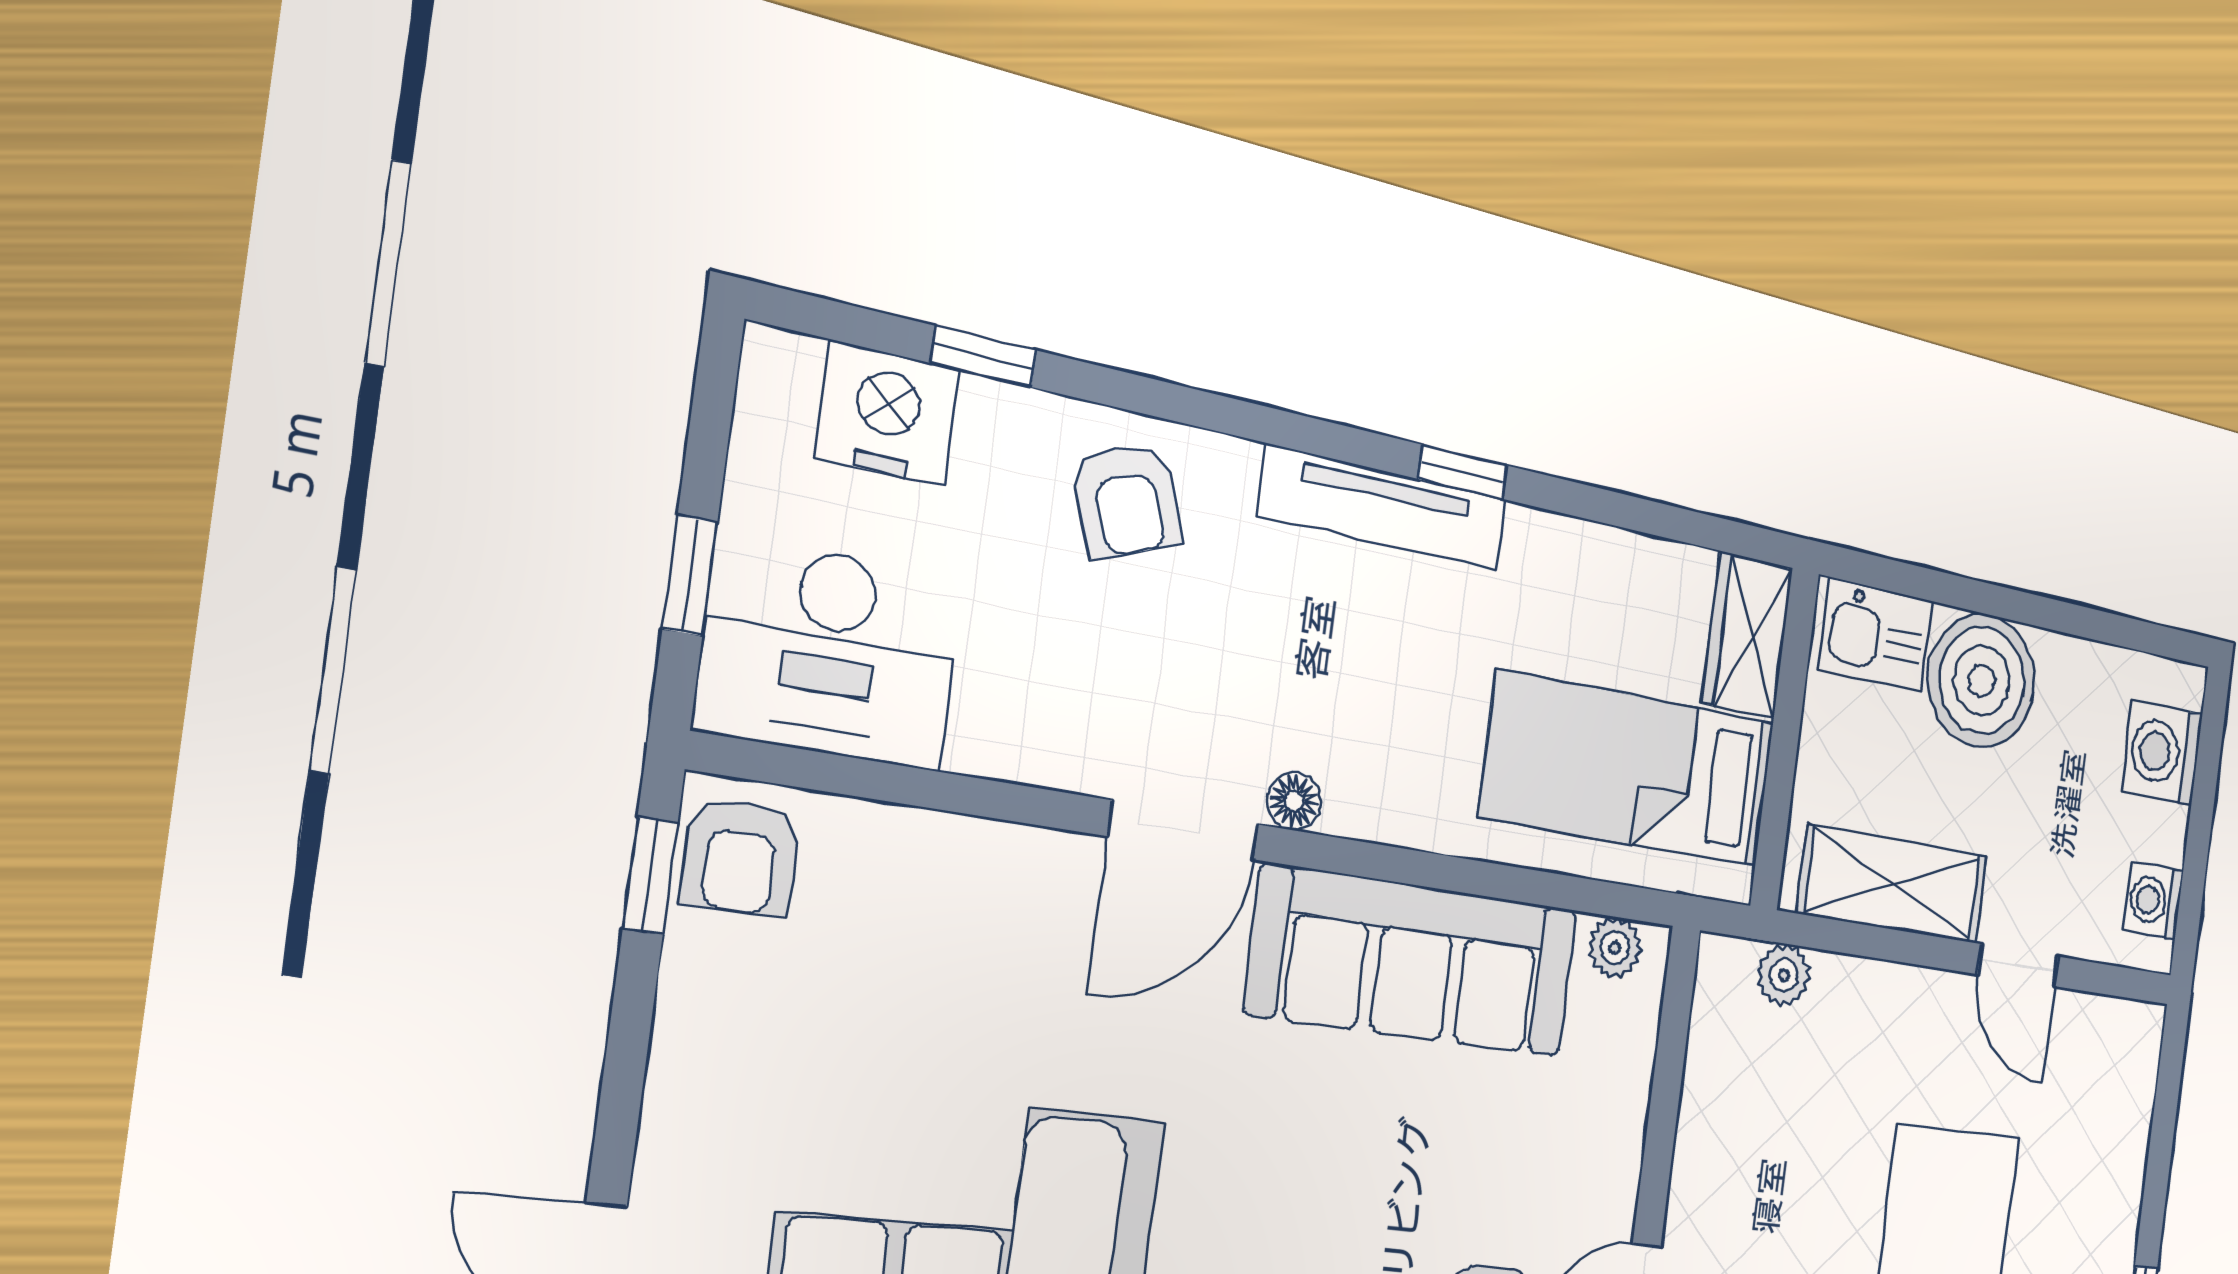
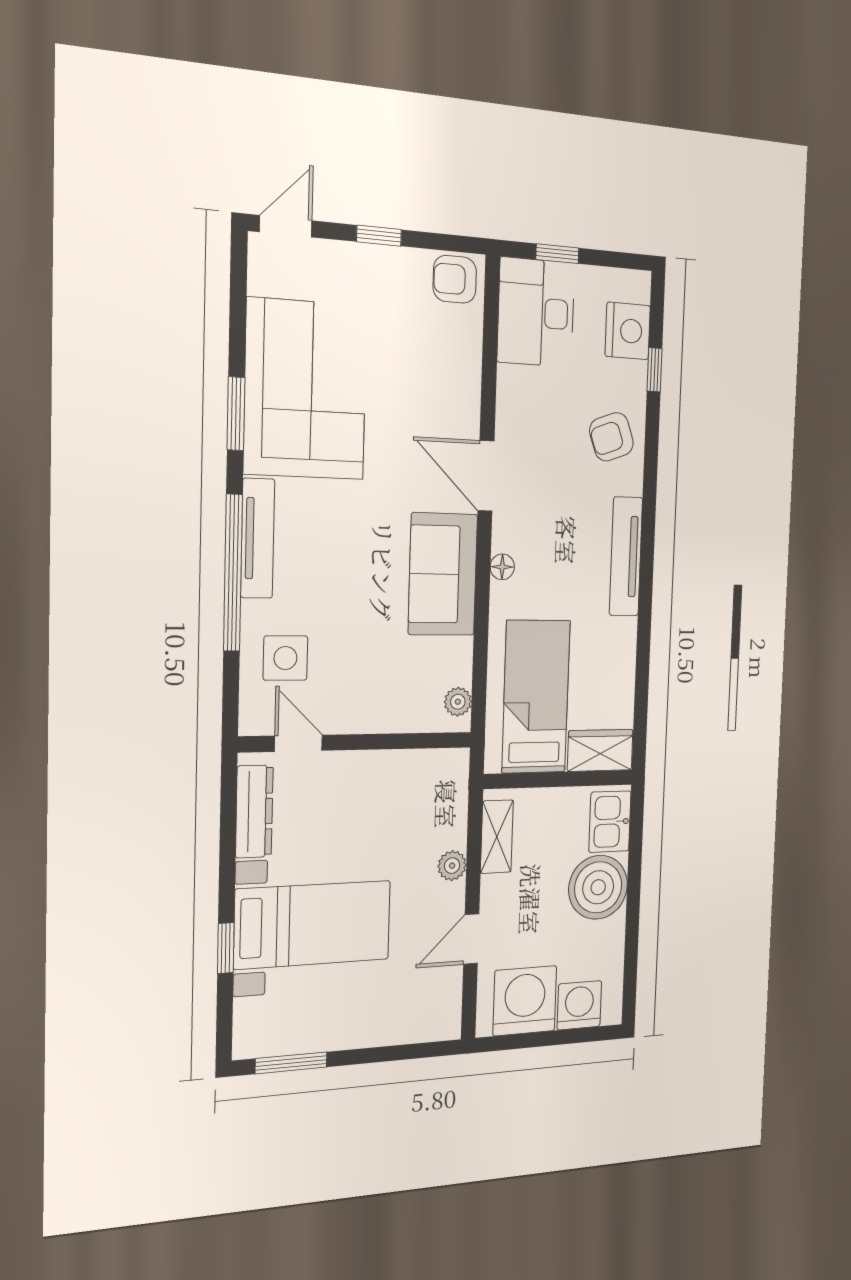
window: (1463, 472) -> (646, 592), removed
floor lamp: (1294, 801) -> (502, 567), moved
window: (650, 876) -> (379, 236), moved
shelving: (1893, 884) -> (497, 837), width x0.67, depth x0.75
washing machine: (2153, 901) -> (525, 1001), width x1.89, depth x1.89
sofa: (1414, 961) -> (443, 574), width x0.73
plant: (1784, 975) -> (452, 866), moved

